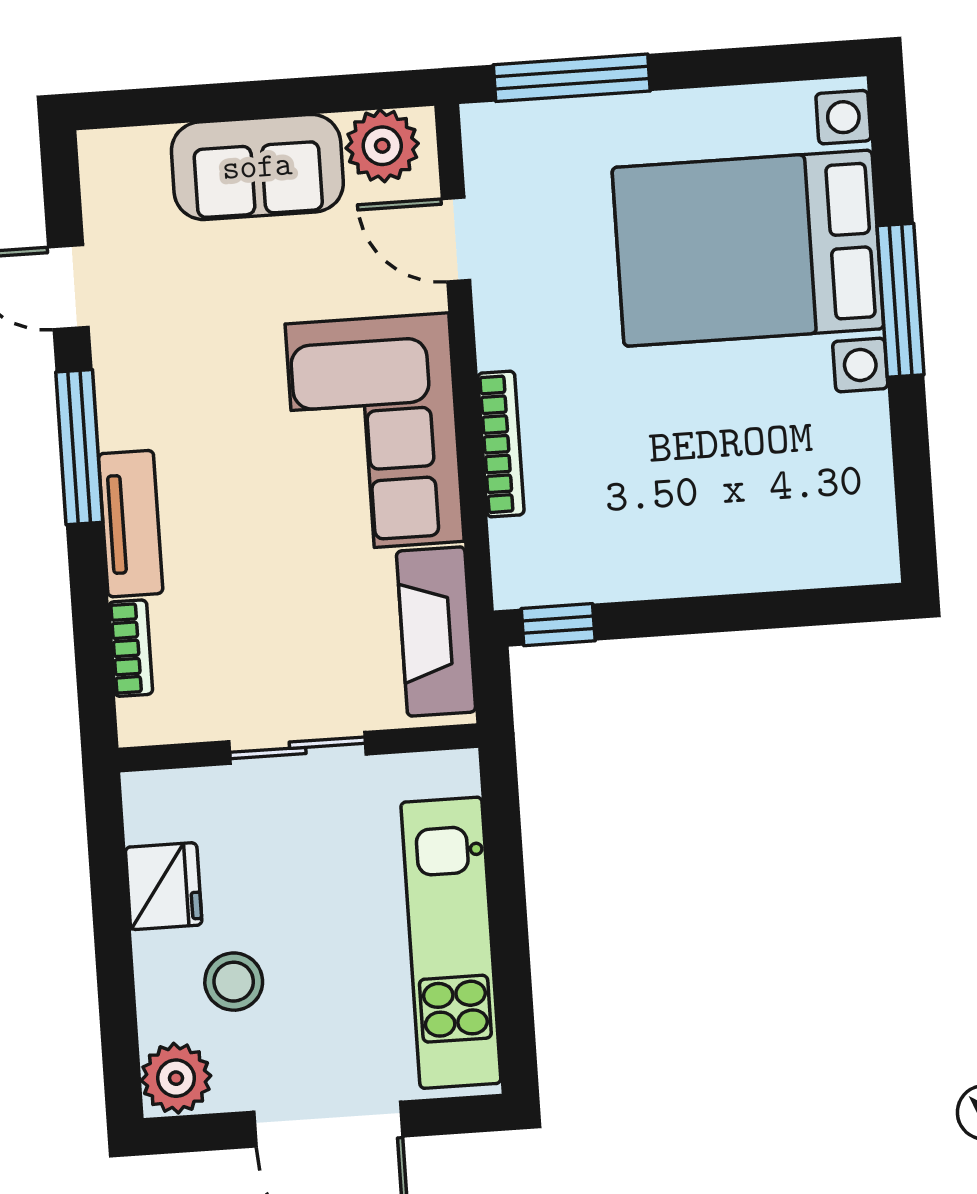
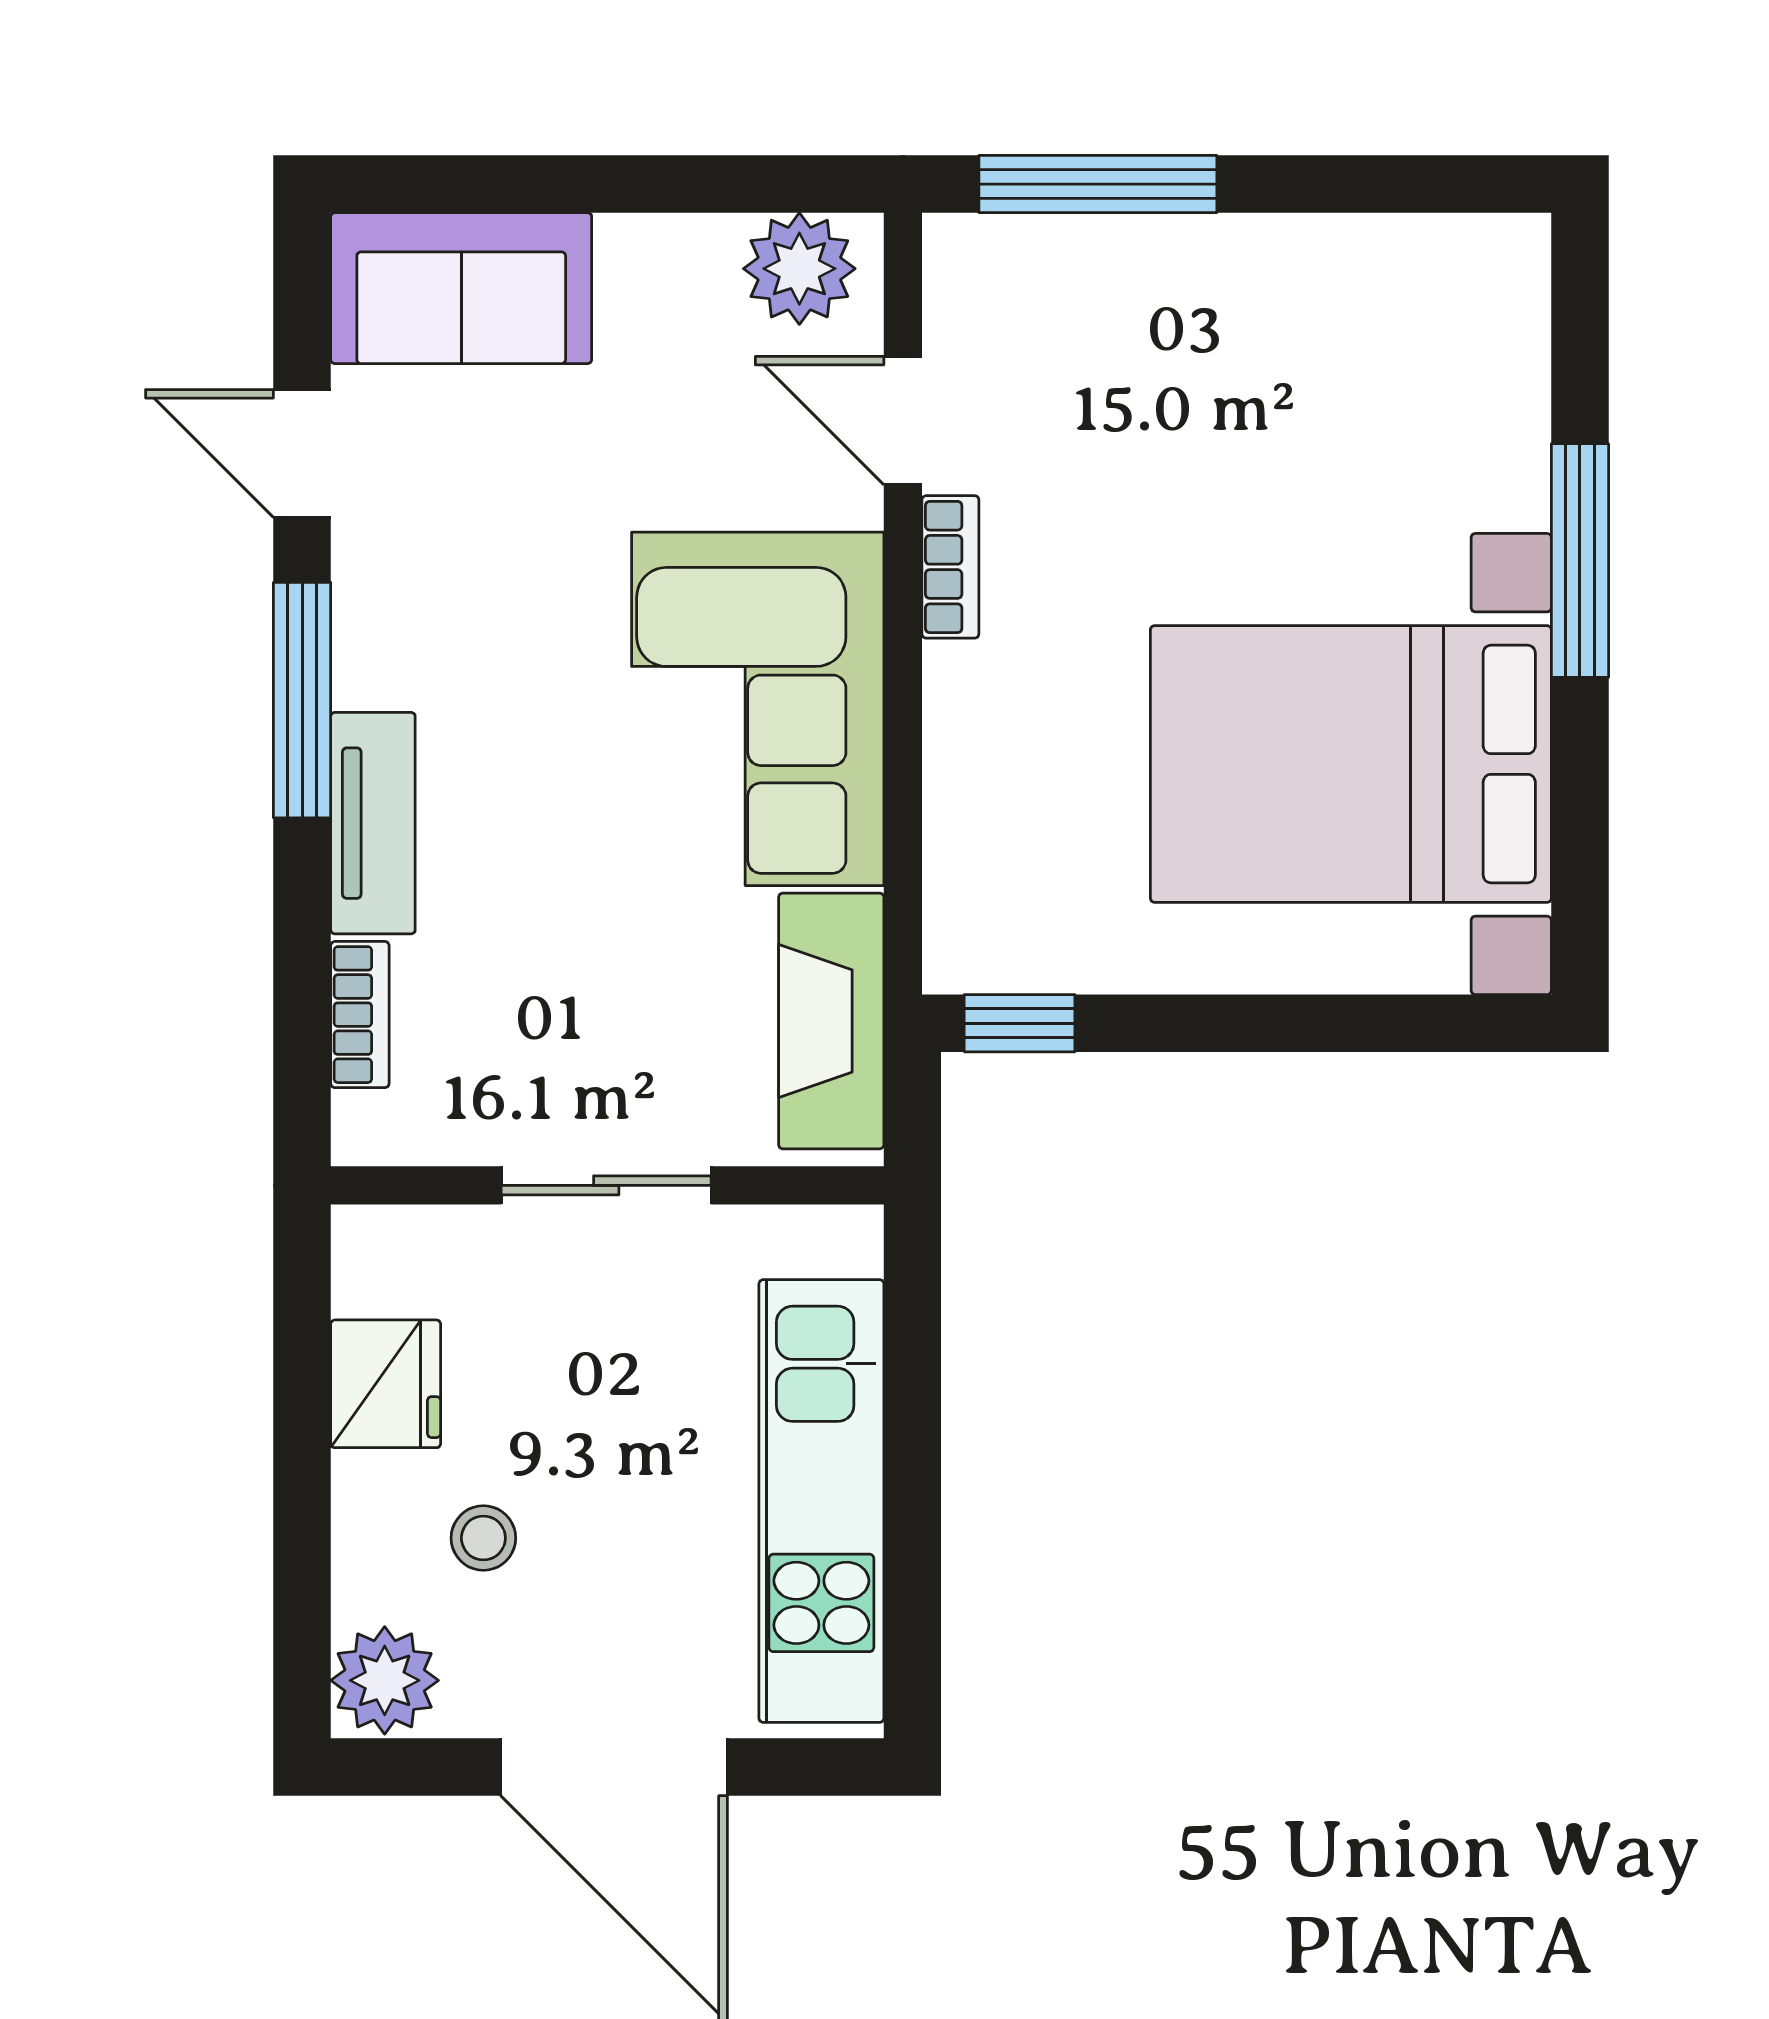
sofa: (257, 167) -> (461, 288), moved
bed with nightstands: (748, 248) -> (1351, 764), moved
bookcase: (501, 444) -> (950, 567), moved, width x0.64
stool: (234, 982) -> (483, 1538), width x0.73, depth x0.73

